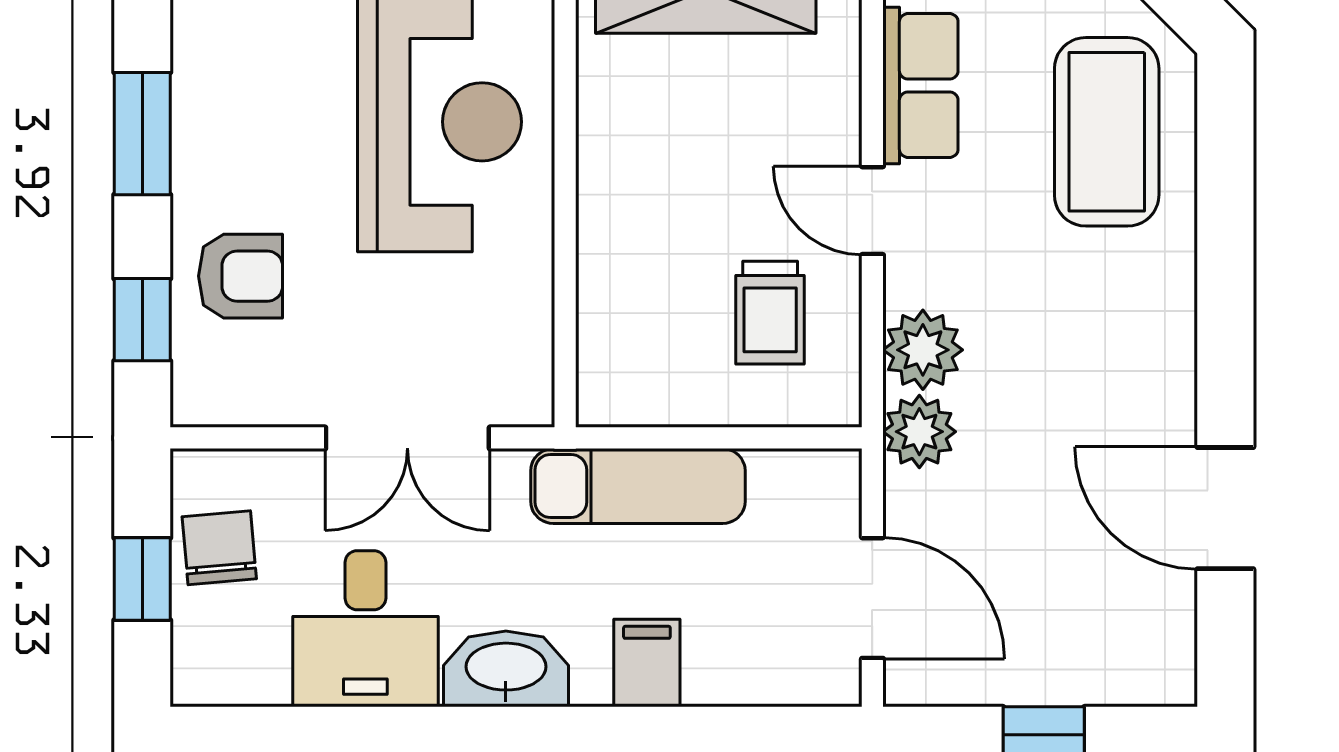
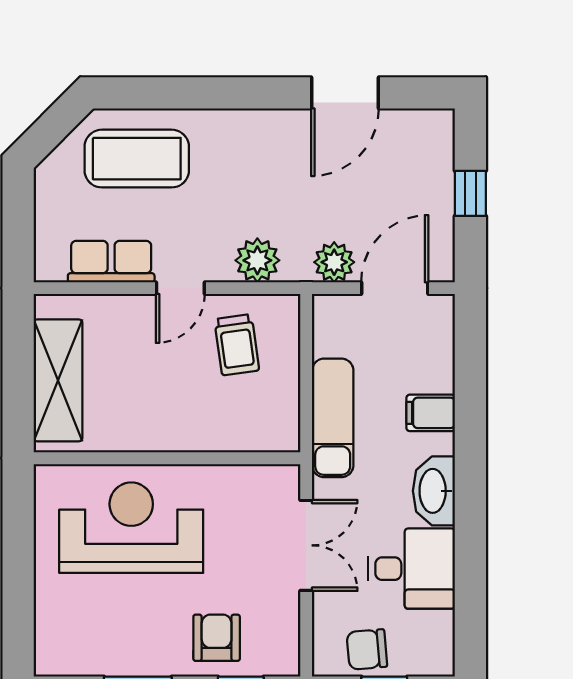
trolley: (770, 313) -> (237, 345), turned 82
plant: (919, 432) -> (334, 262), moved

